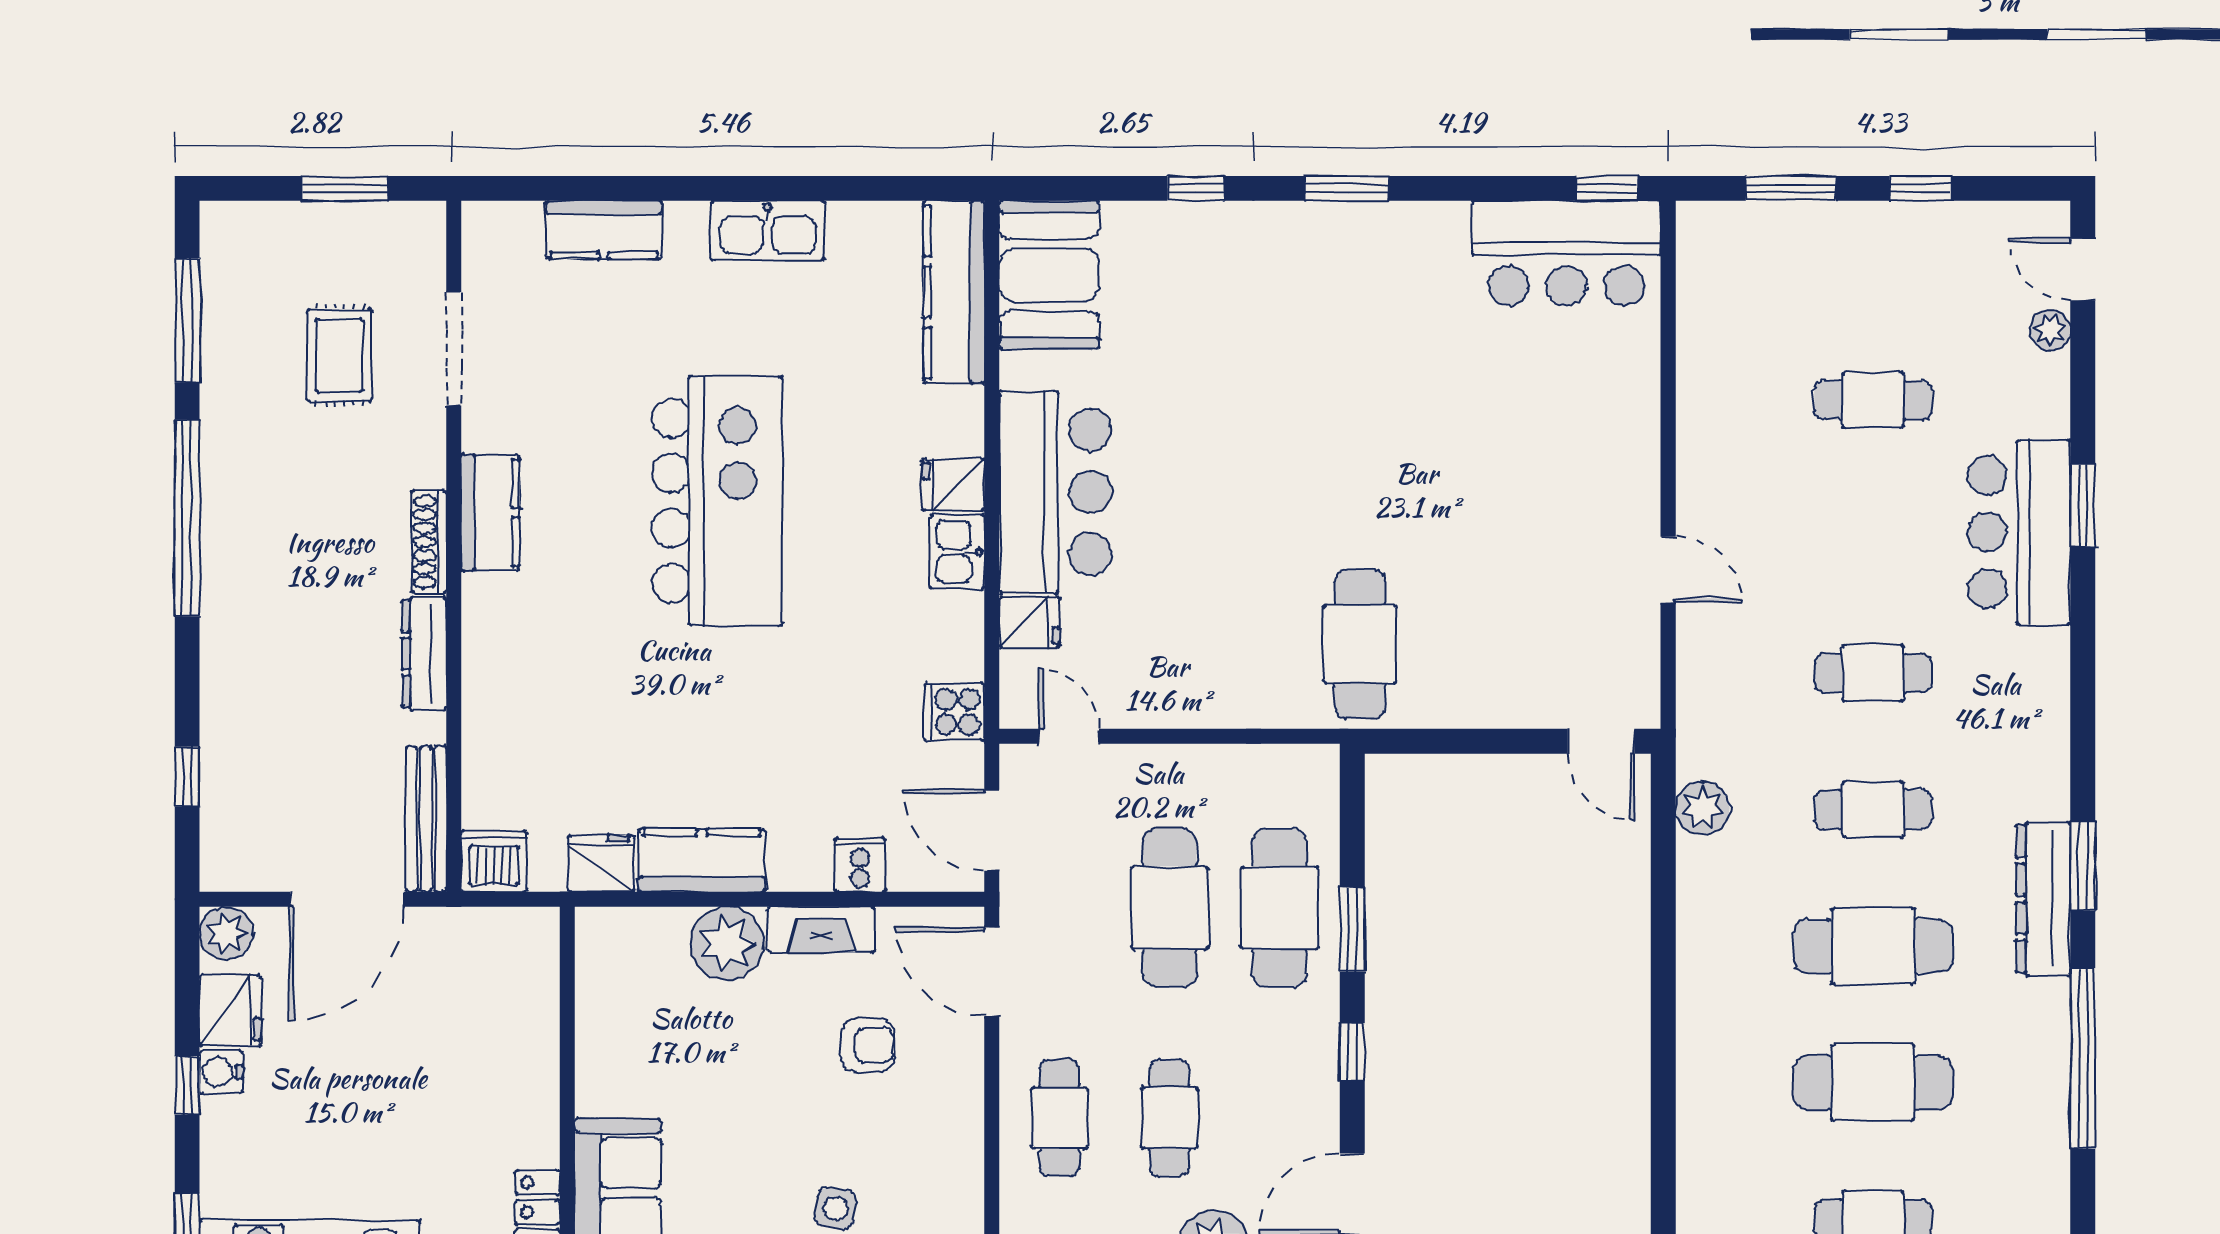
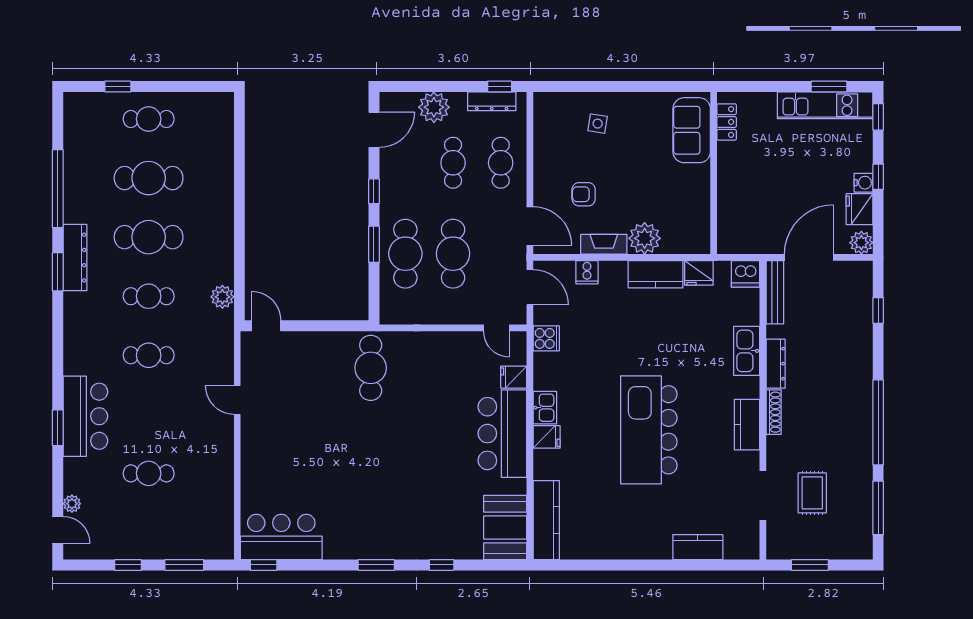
kitchen sink: (768, 231) -> (747, 351), moved, turned -90

